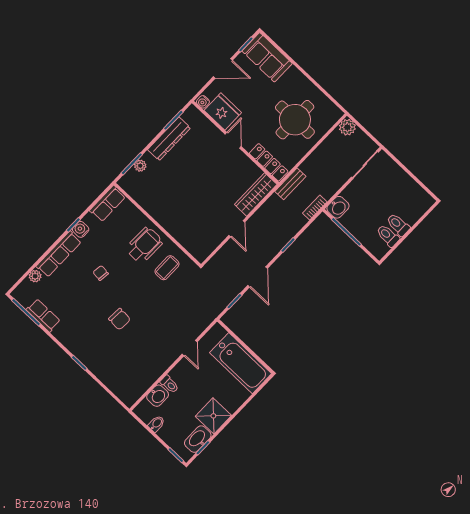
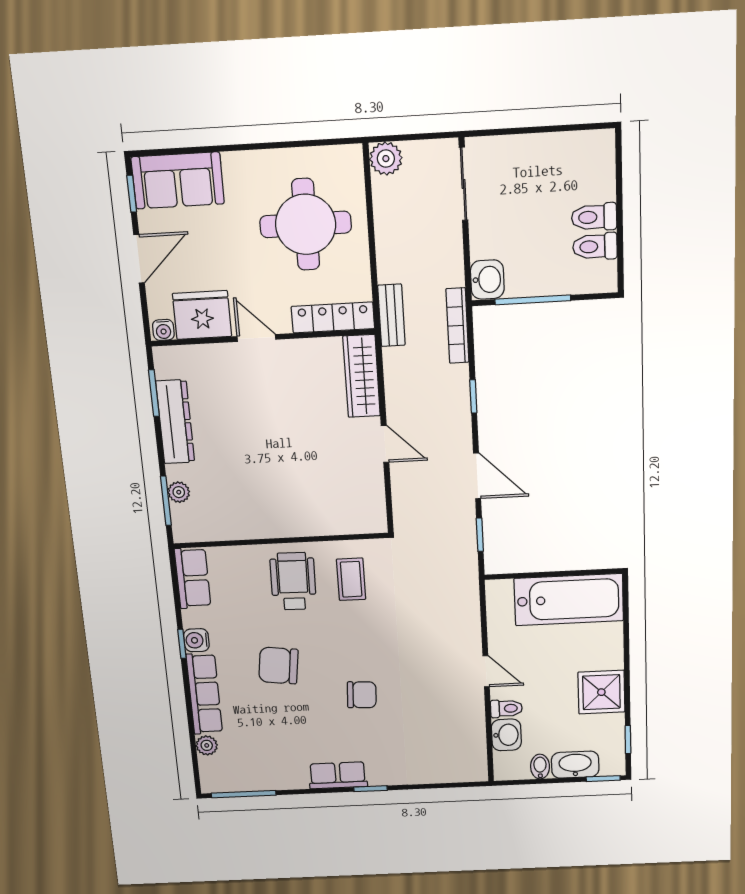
bookcase: (315, 208) -> (457, 326), width x1.56
chair: (101, 273) -> (278, 666), width x1.87, depth x1.87
row of seats: (43, 315) -> (338, 775), moved
door: (190, 348) -> (486, 671), moved
washbasin: (198, 439) -> (575, 765), moved, turned 90

